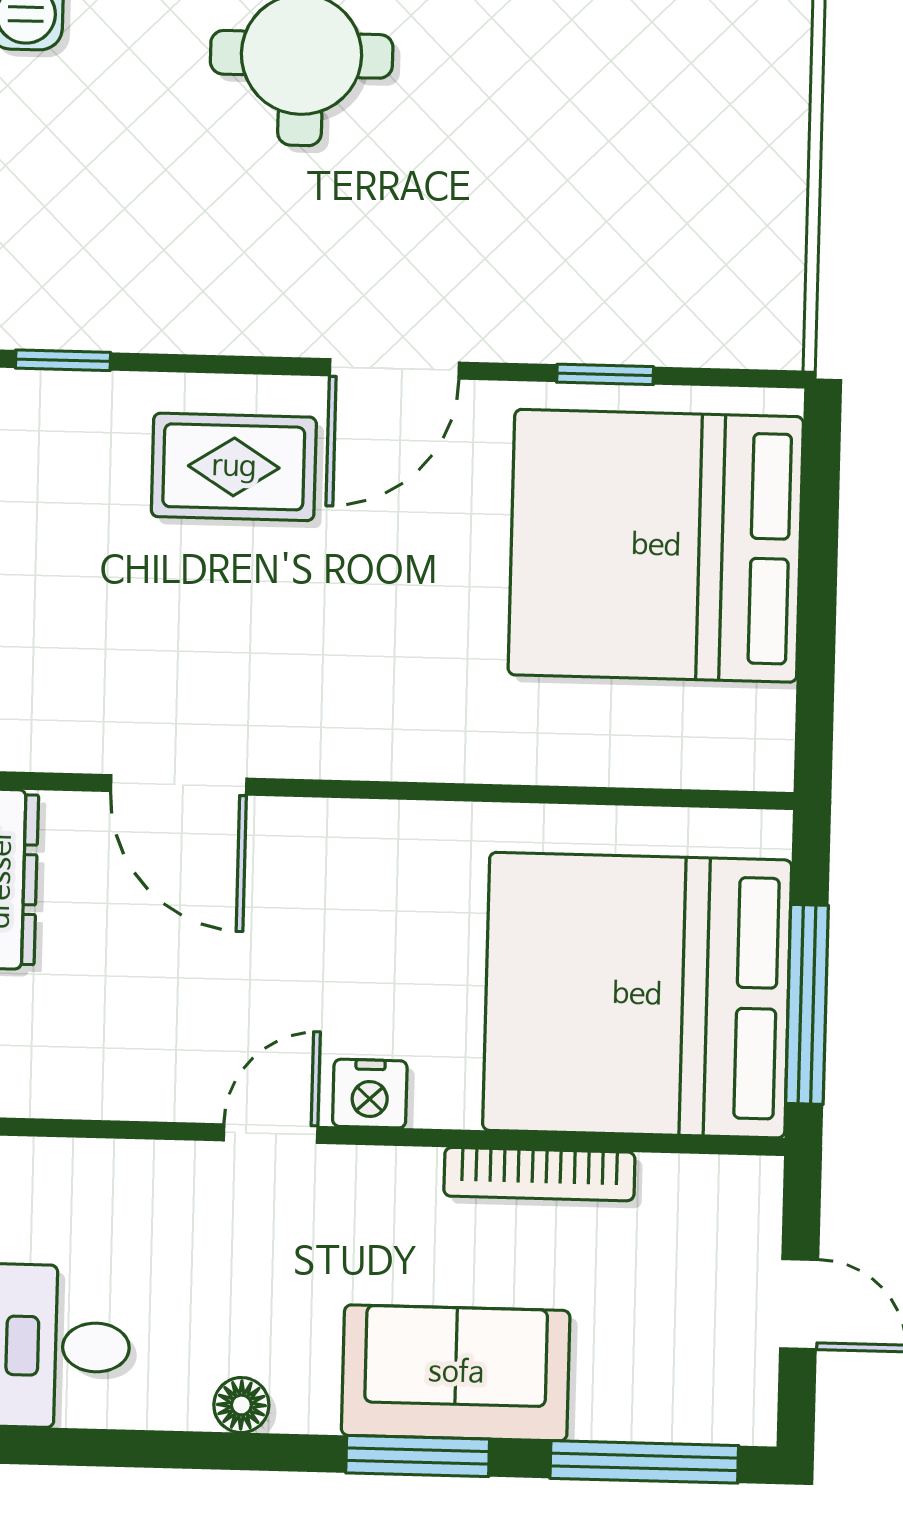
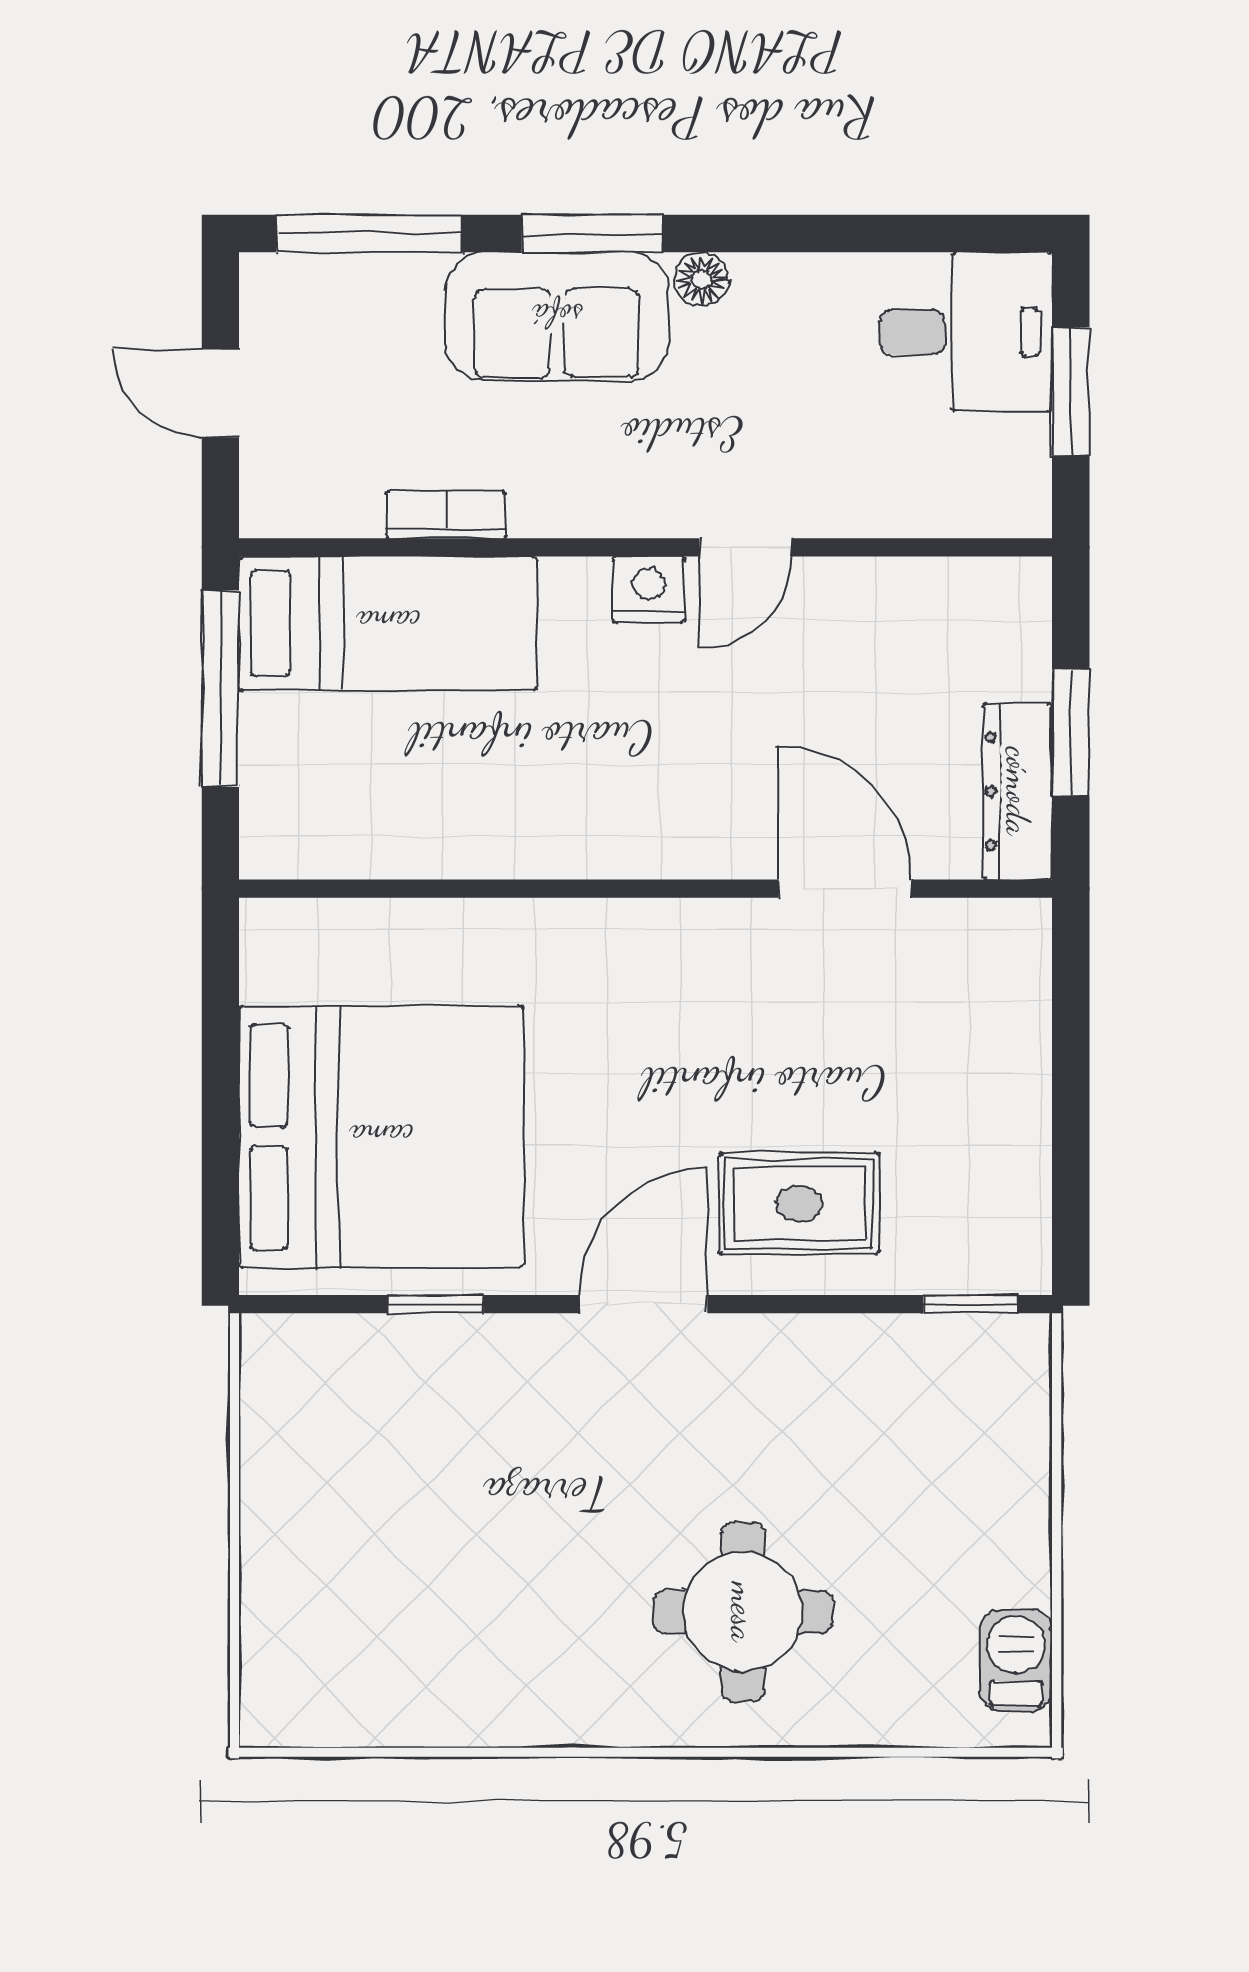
bed: (637, 995) -> (388, 623), width x0.49
bookcase: (539, 1174) -> (446, 514), width x0.64
floor lamp: (241, 1405) -> (701, 279), moved

